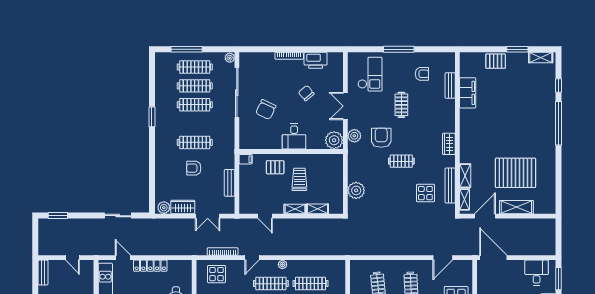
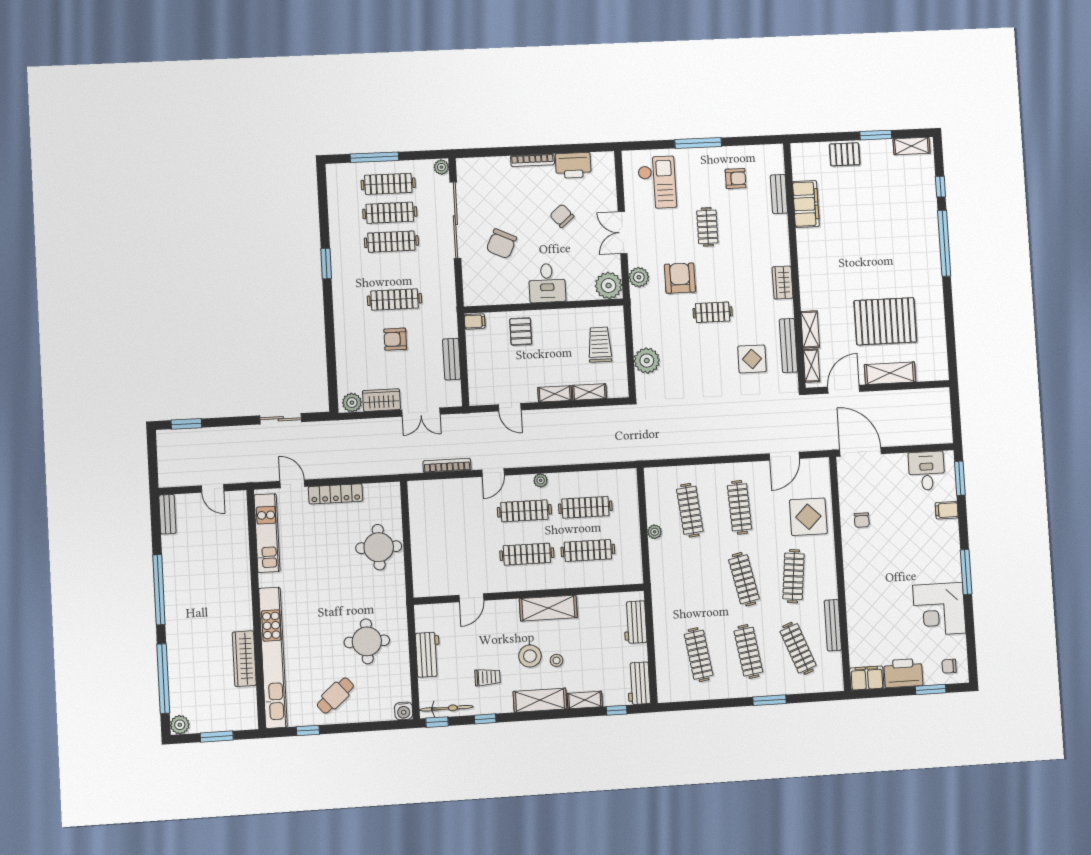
pallet: (275, 167) -> (521, 331), turned 90
trolley: (299, 179) -> (600, 345), moved
display table: (216, 274) -> (439, 501), removed

